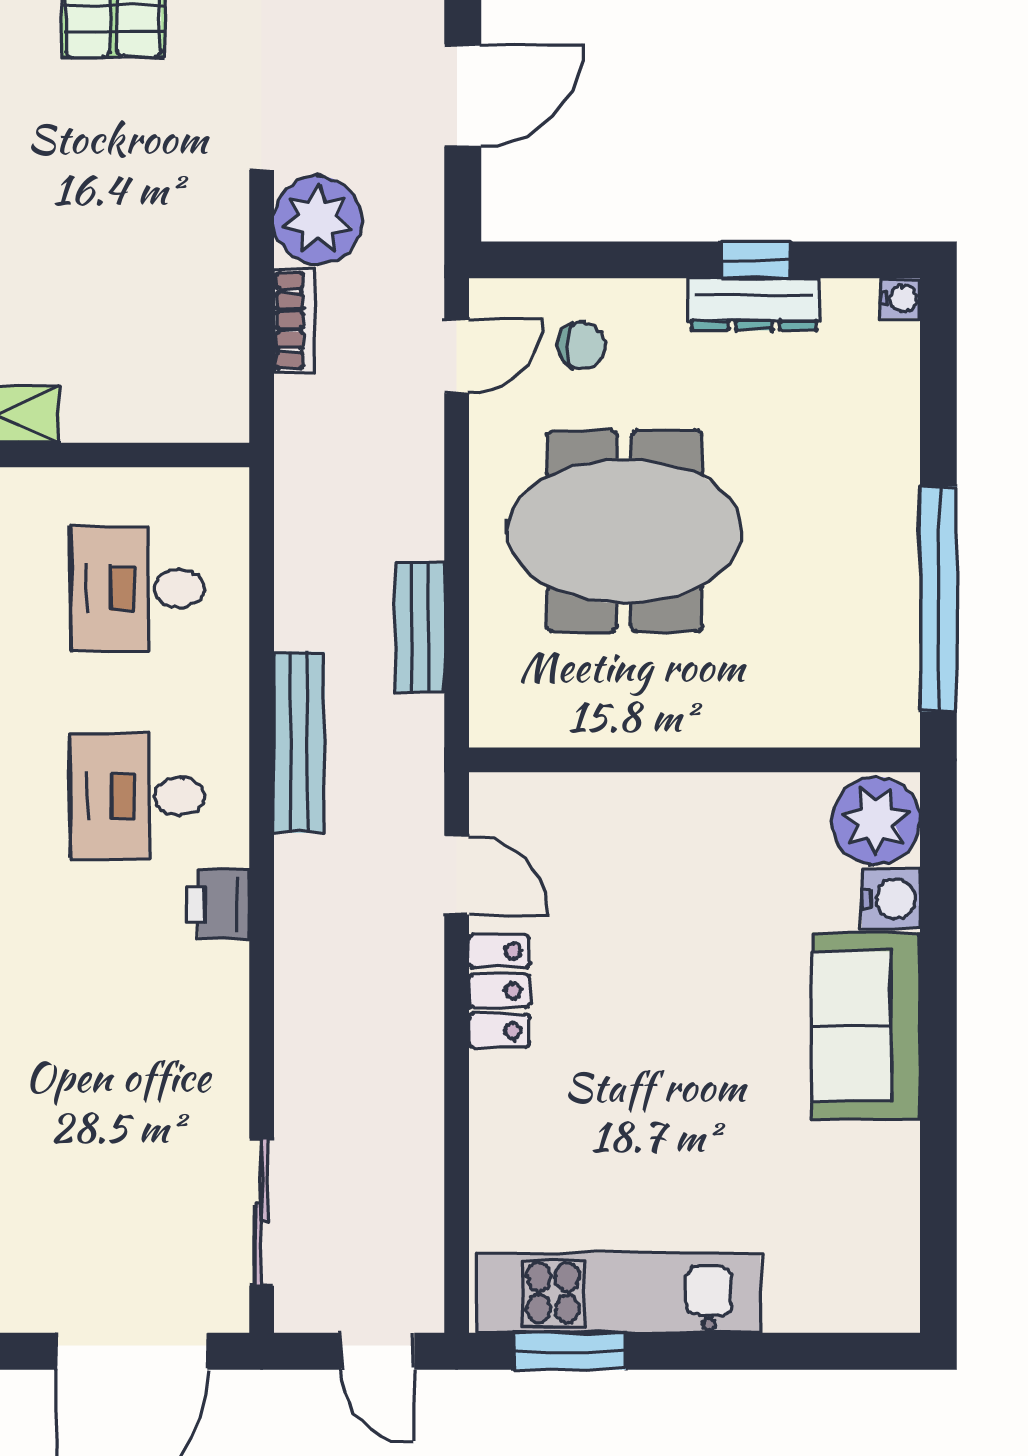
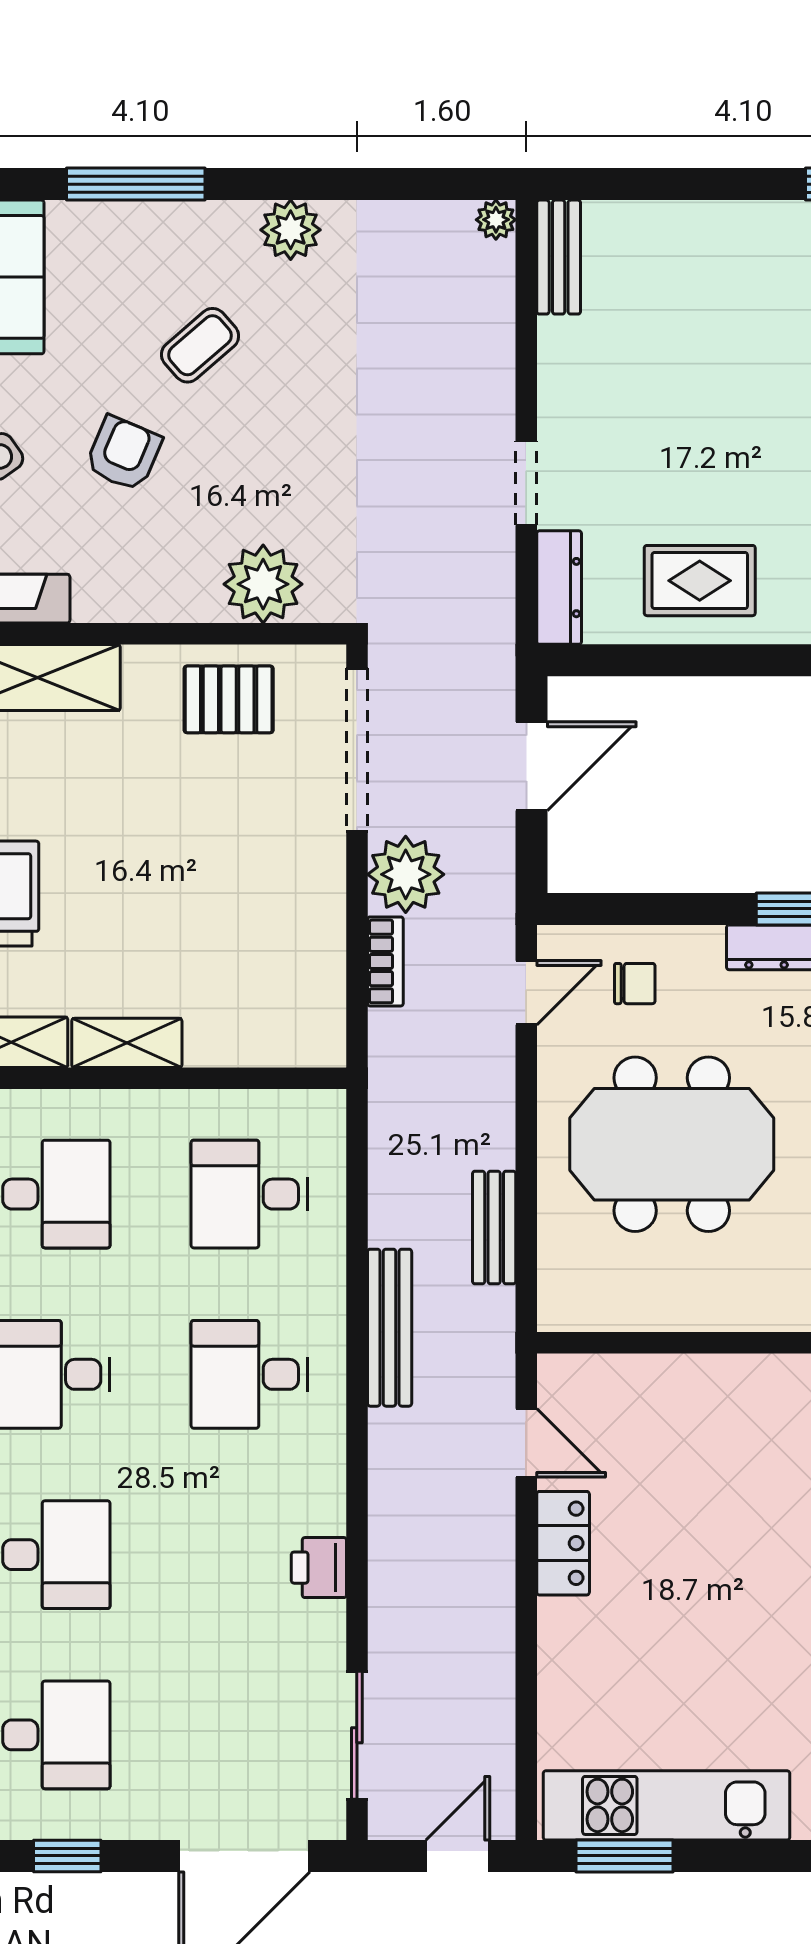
printer: (218, 905) -> (319, 1568), moved
door: (378, 1351) -> (458, 1856), swing flipped

